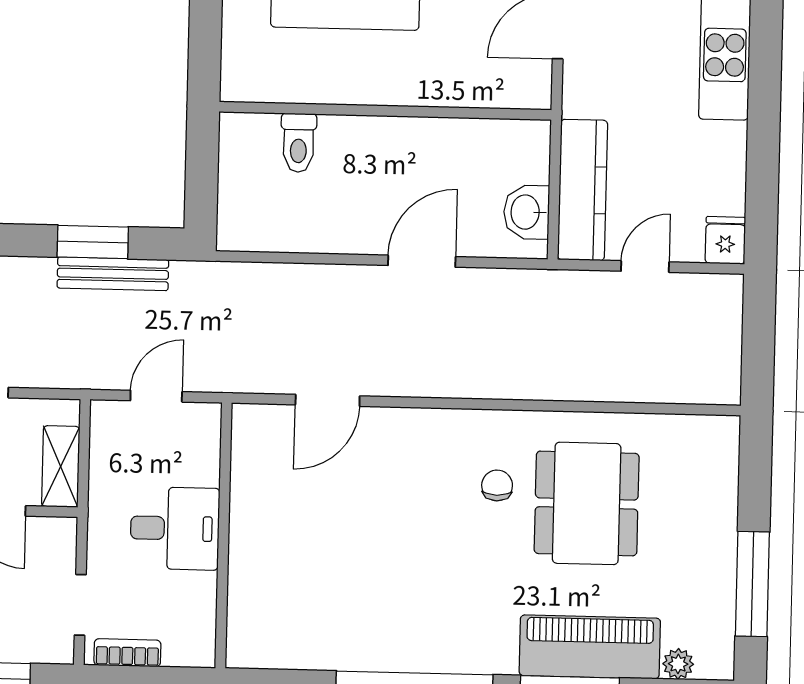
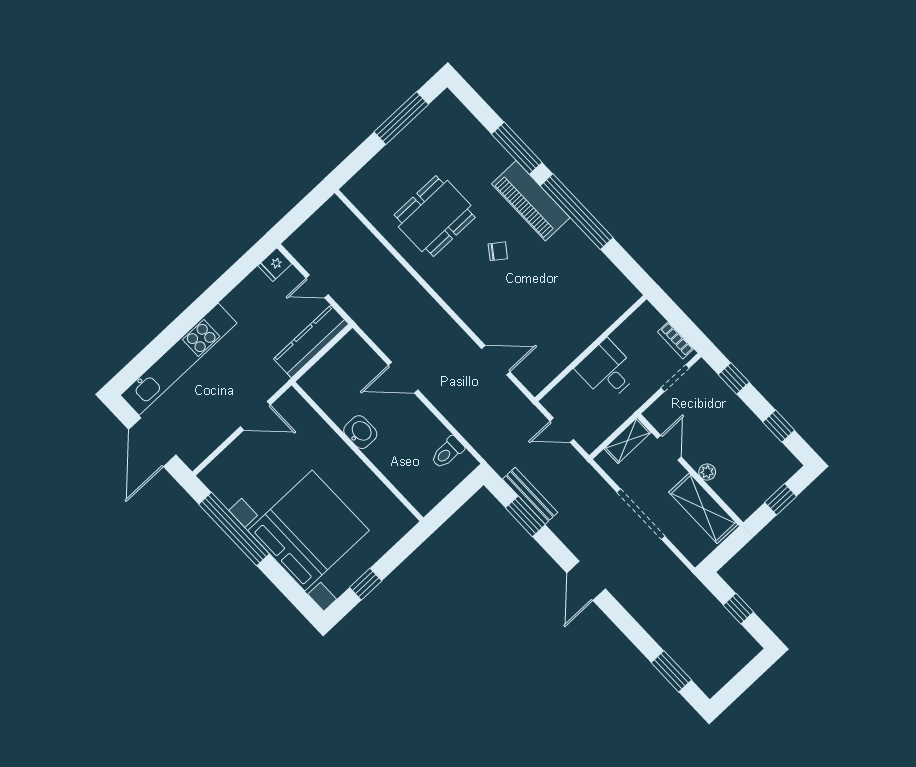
toilet: (299, 143) -> (447, 452), moved, turned 180
washbasin: (526, 212) -> (360, 432), moved, turned -90
chair: (497, 485) -> (498, 251), moved, turned -144
piano: (590, 647) -> (531, 201), moved
plant: (678, 664) -> (463, 116), removed

